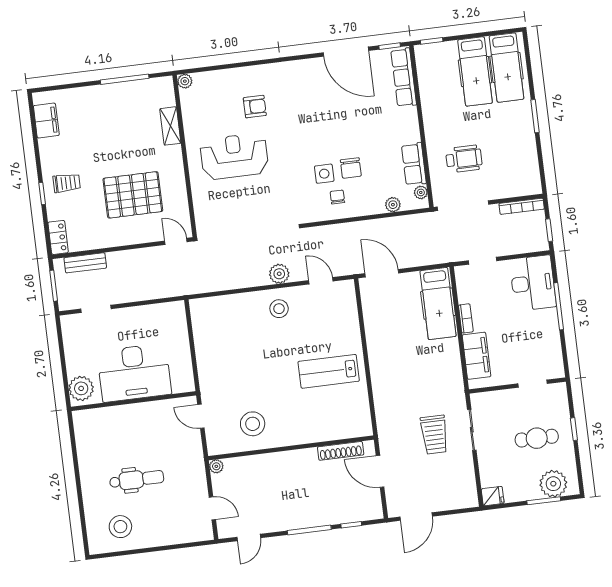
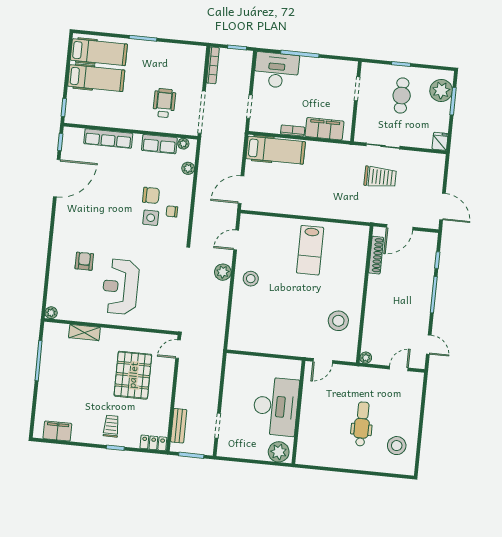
row of seats: (404, 77) -> (108, 138), moved

